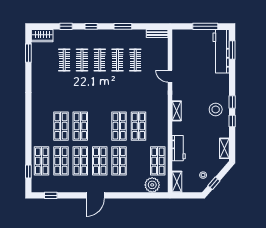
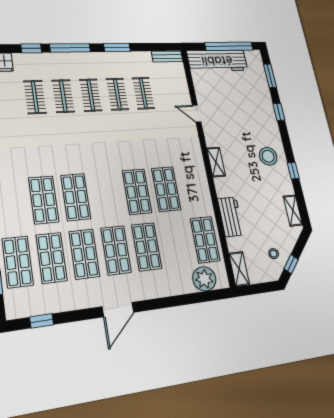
window: (91, 26) -> (70, 48), width x2.17
window: (205, 26) -> (229, 46), width x1.46
workbench: (221, 51) -> (217, 61), moved, turned -90
window: (232, 102) -> (279, 112), moved

